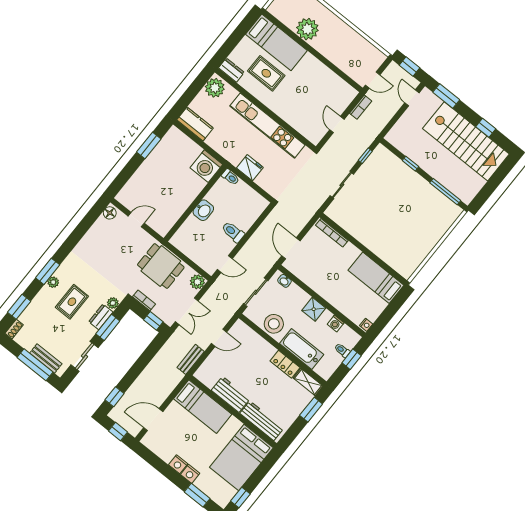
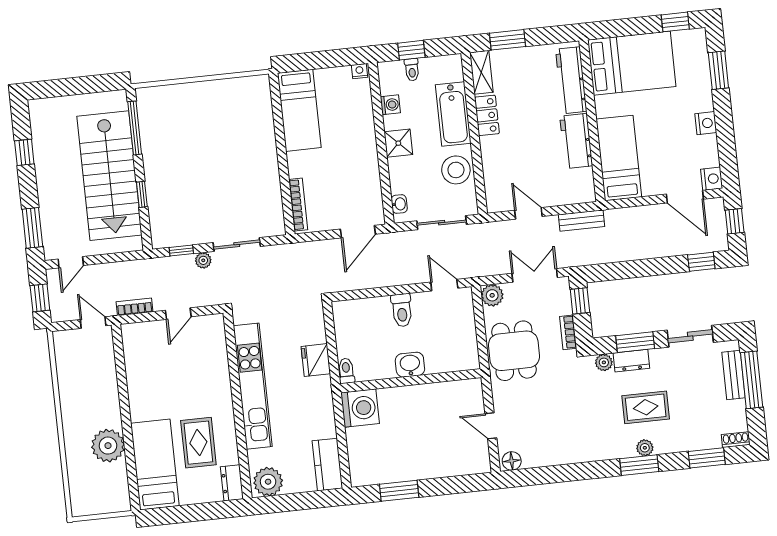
stairs: (466, 141) -> (109, 176), moved, turned 180
plant: (350, 162) -> (203, 260), added
nightstand: (190, 474) -> (712, 179), moved

